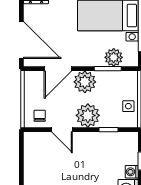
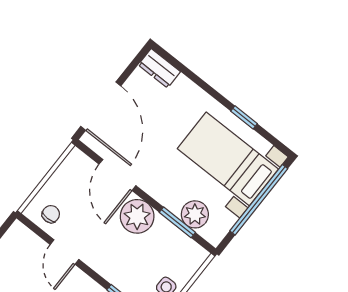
door: (58, 69) -> (117, 175), hinge flipped
plant: (88, 115) -> (109, 260), removed

